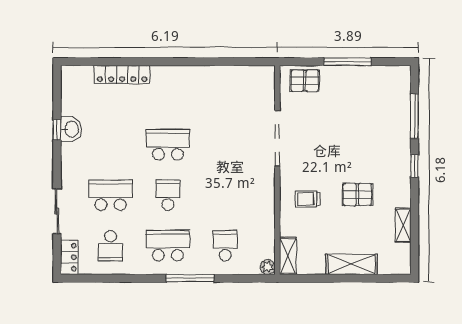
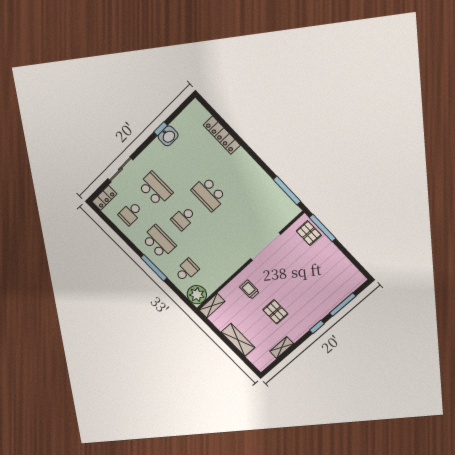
window: (240, 62) -> (287, 190), added
window: (348, 62) -> (323, 228), moved
school desk: (168, 145) -> (209, 194), turned 180
school desk: (168, 195) -> (184, 218), turned 180
plant: (268, 267) -> (197, 295), width x1.88, depth x1.88

